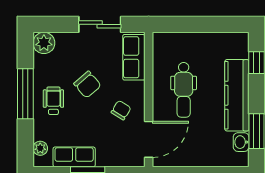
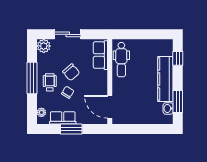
sliding door: (100, 24) -> (68, 34), moved
dental chair: (184, 90) -> (121, 60), moved
chair: (121, 110) -> (68, 92), moved
door: (149, 139) -> (110, 107), swing flipped

